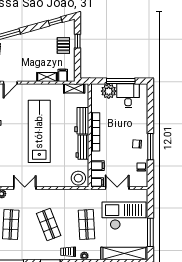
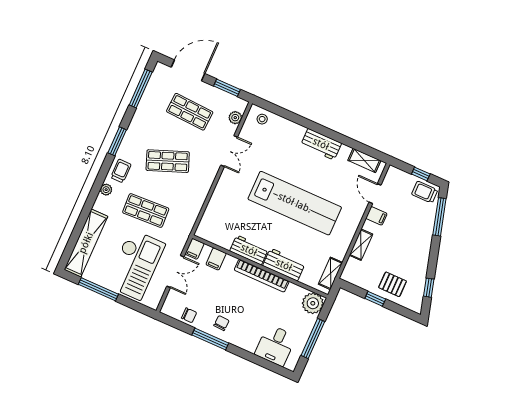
window: (78, 41) -> (375, 299), moved
filing cabinet: (63, 75) -> (376, 216), moved
plant: (109, 91) -> (313, 303), moved
desk: (128, 96) -> (275, 345), moved, turned 90
stool: (78, 178) -> (211, 227), removed

